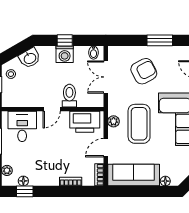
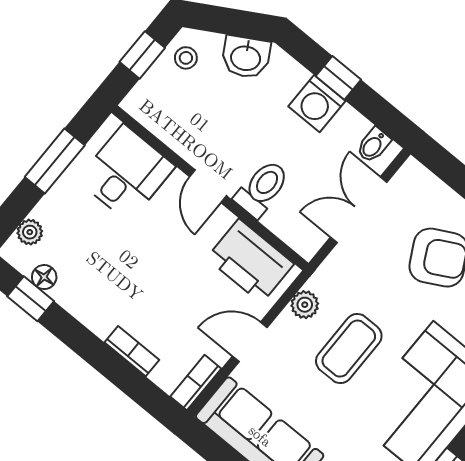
door: (52, 109) -> (208, 186), hinge flipped
coffee table: (139, 124) -> (349, 349), width x0.73, depth x0.76

